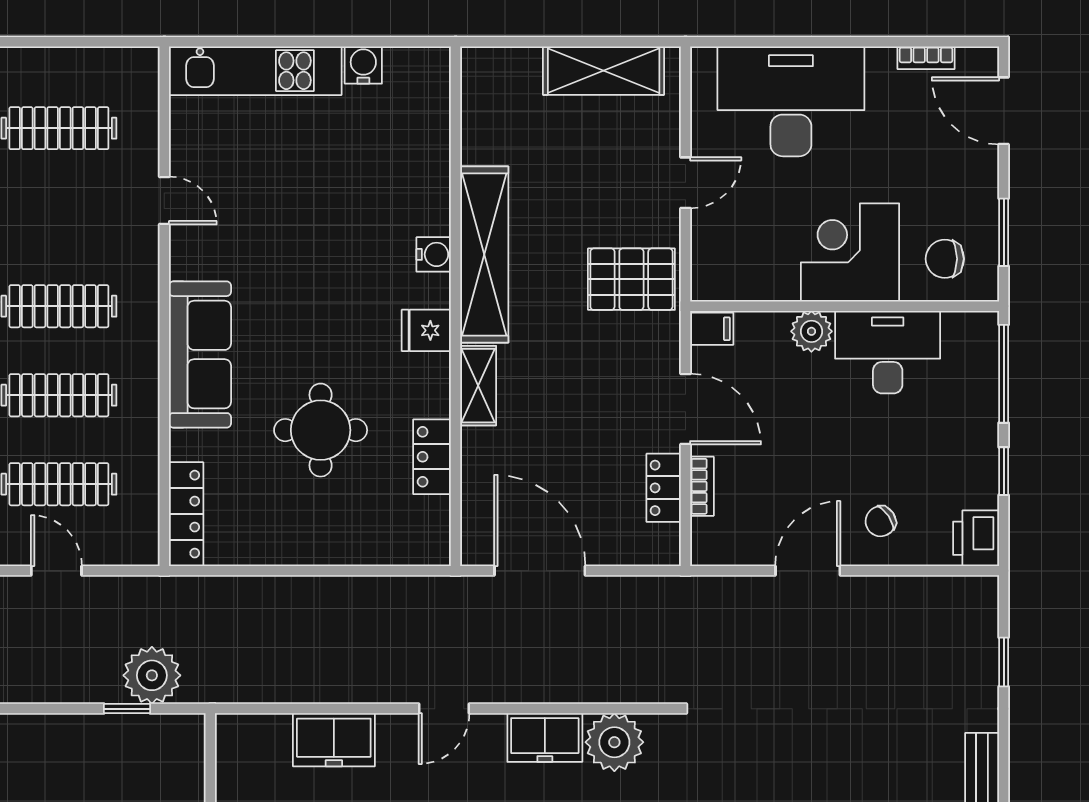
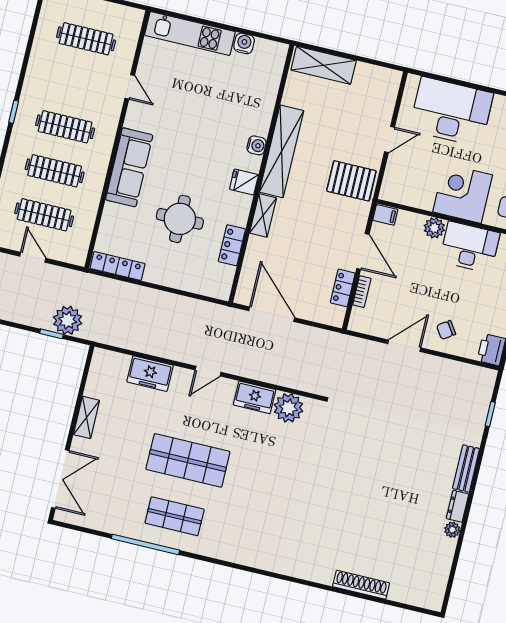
shelving: (604, 71) -> (324, 65), moved
locker: (186, 514) -> (118, 266), moved, turned -90

